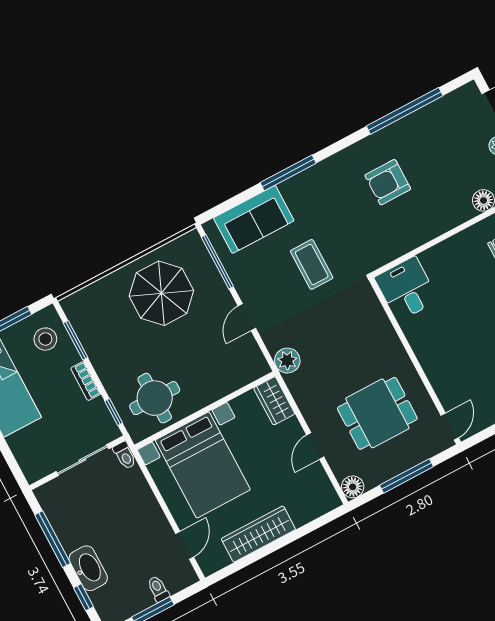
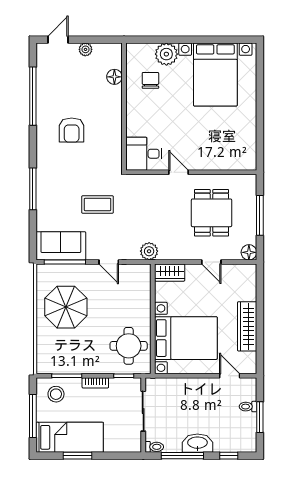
sofa: (254, 219) -> (61, 246), moved, turned -90
door: (450, 427) -> (179, 172), moved
toilet: (125, 455) -> (154, 447), moved
washbasin: (88, 568) -> (197, 443), moved

